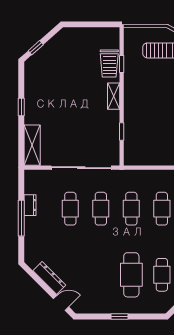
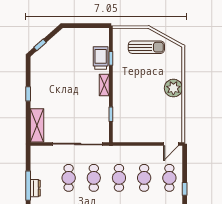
trolley: (109, 63) -> (101, 58), turned 180
dresser: (30, 205) -> (35, 188), moved

